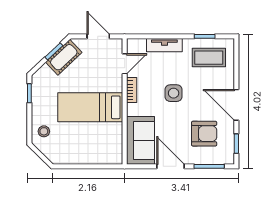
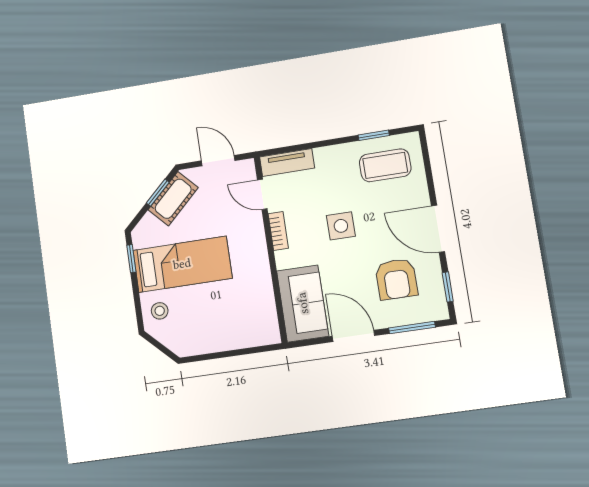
tv unit: (164, 45) -> (287, 162), moved
door: (125, 64) -> (262, 194), swing flipped
bed: (90, 107) -> (182, 264), moved, turned 180
armchair: (204, 134) -> (396, 279), turned 90

